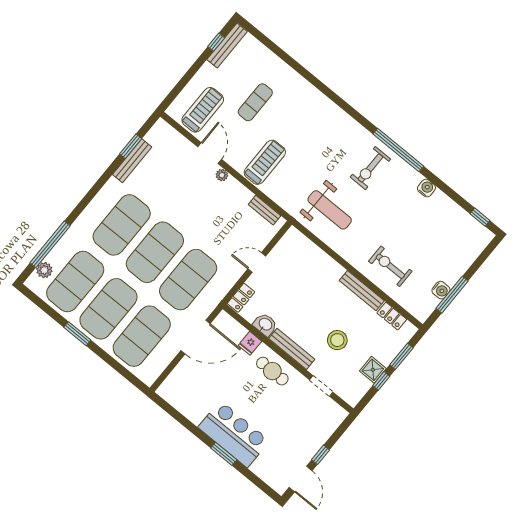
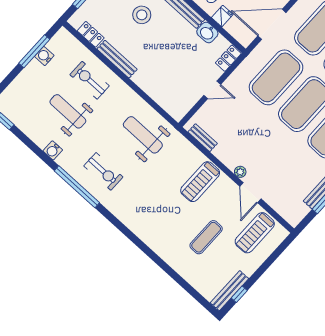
exercise bike: (370, 168) -> (103, 171), turned 90
weight bench: (412, 231) -> (68, 111), added
exercise bike: (390, 266) -> (90, 80), turned 180

